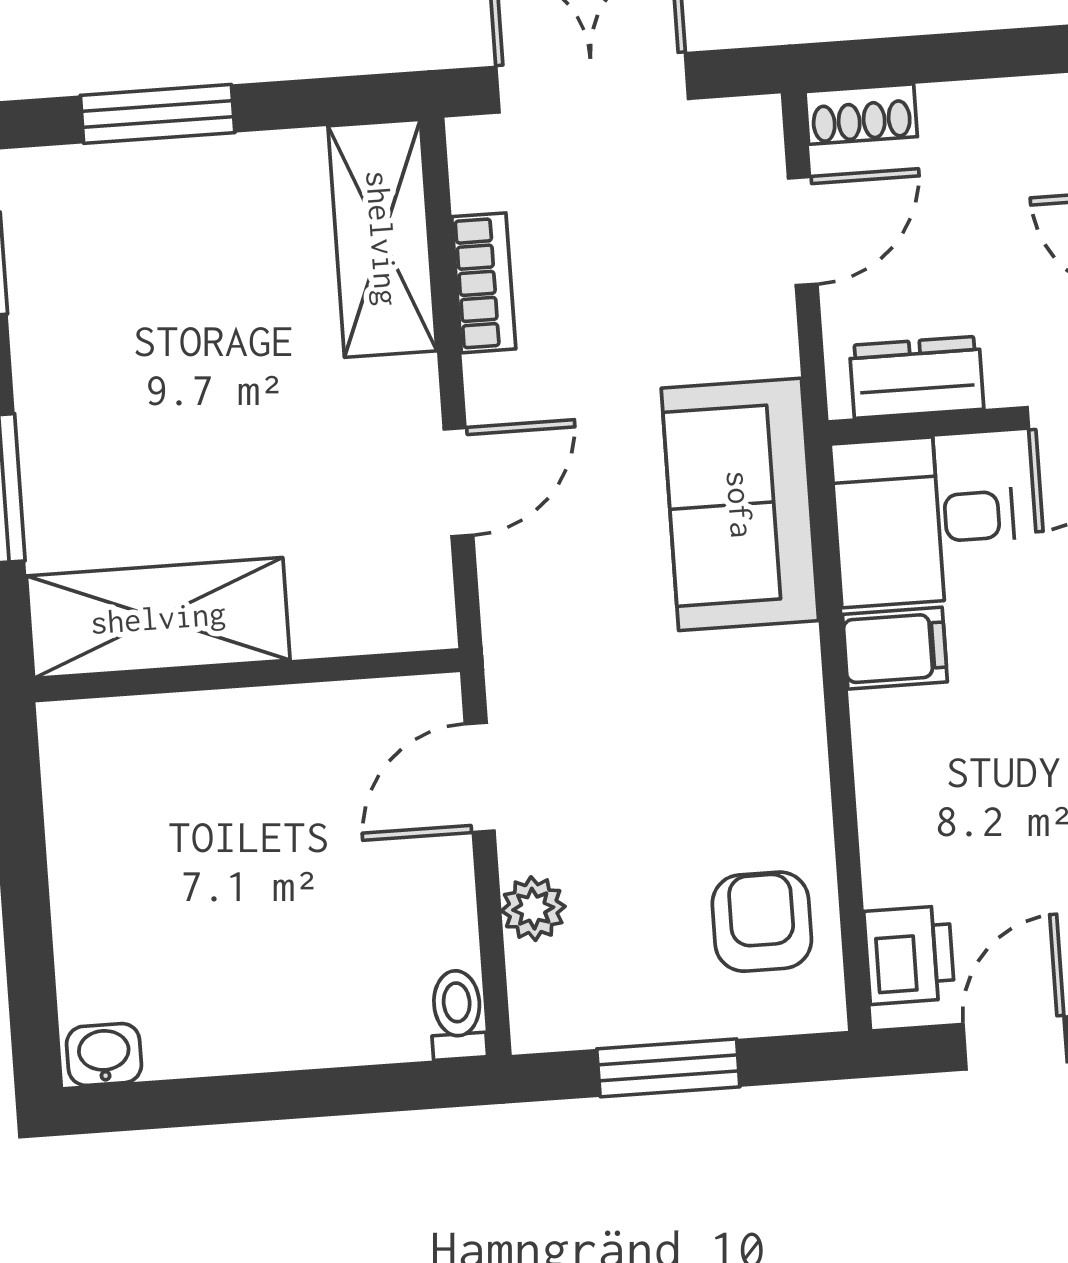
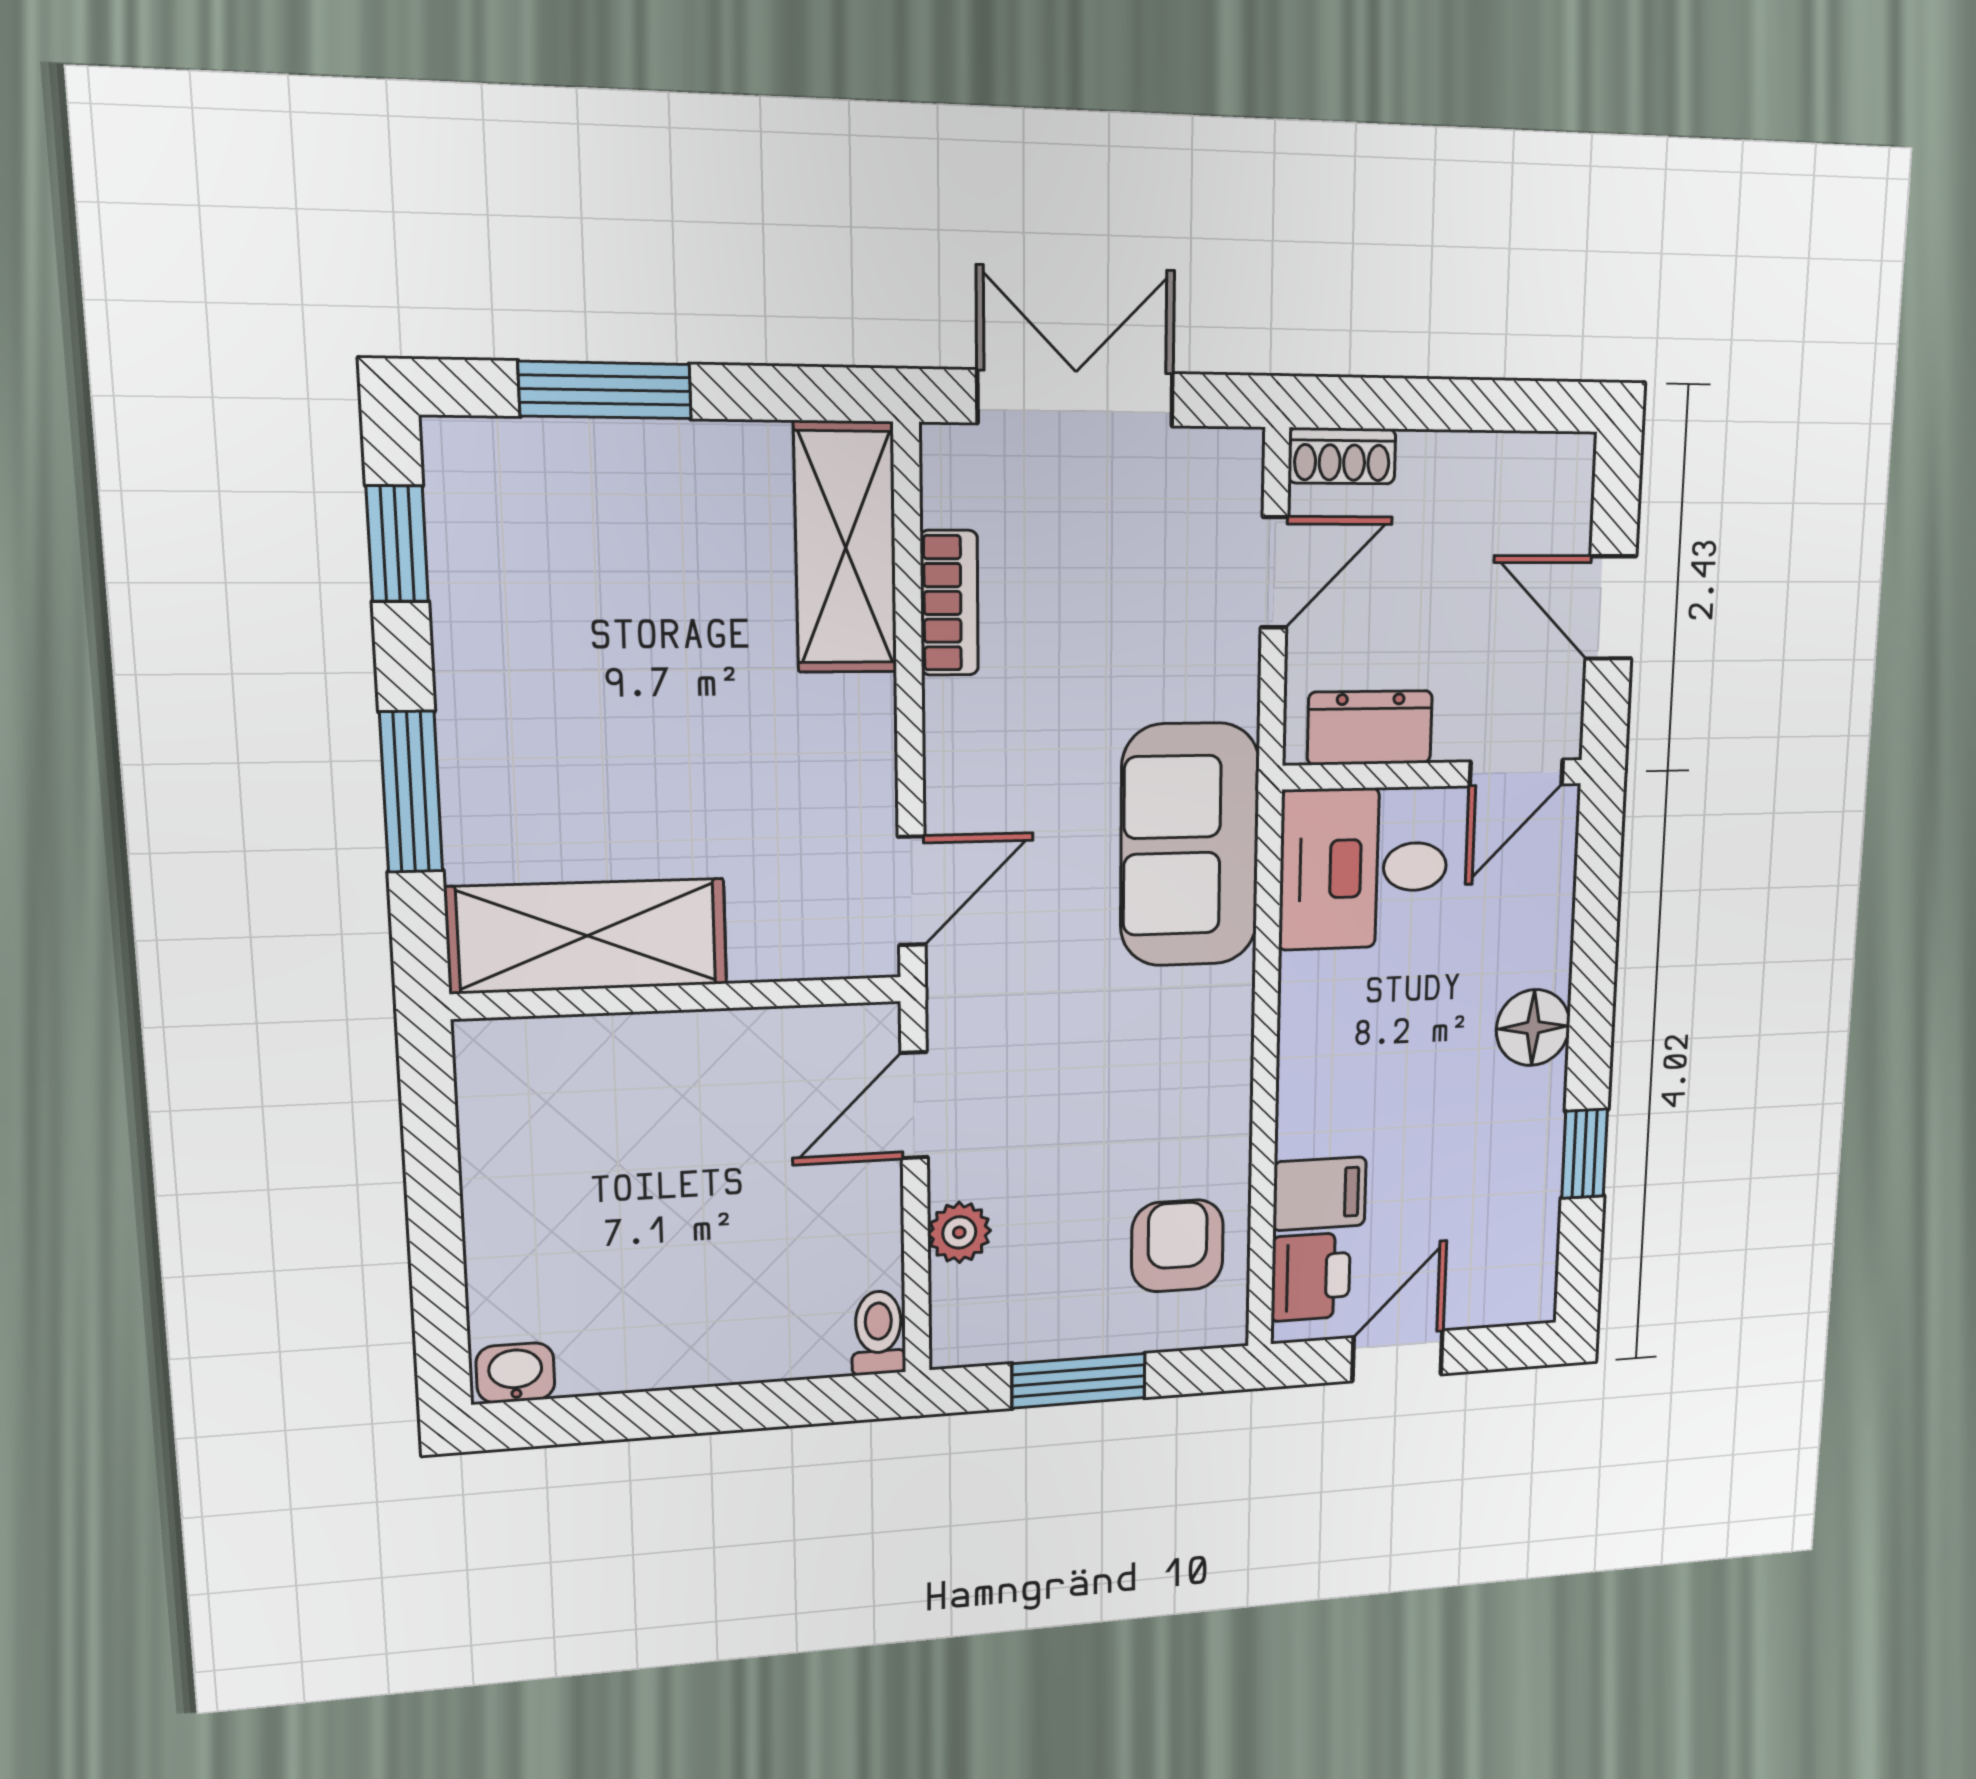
door: (458, 482) -> (912, 891), moved
filing cabinet: (895, 648) -> (1320, 1194), moved

